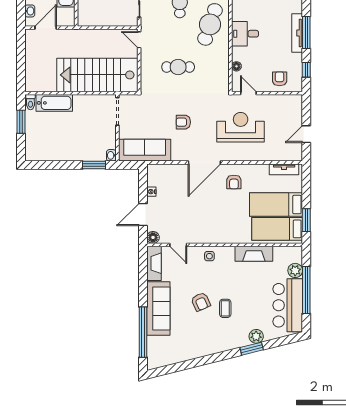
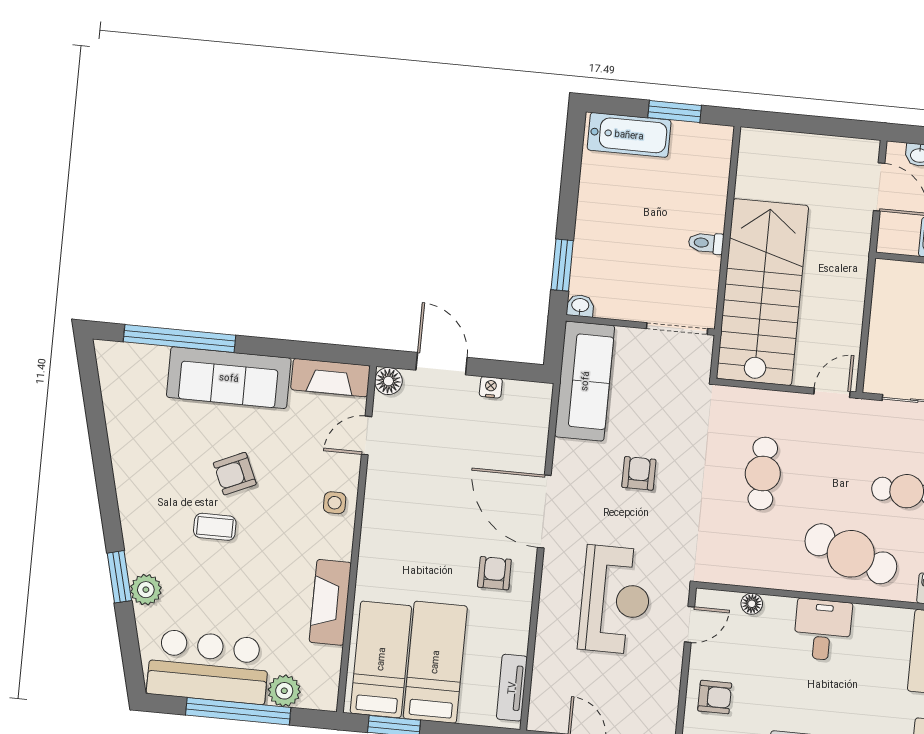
toilet: (30, 102) -> (706, 243), moved
bathtub: (54, 103) -> (629, 135), moved, turned -90
armchair: (234, 182) -> (494, 573), turned 90

